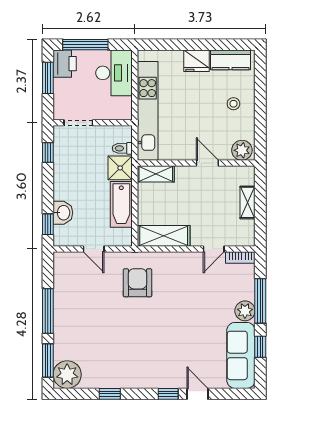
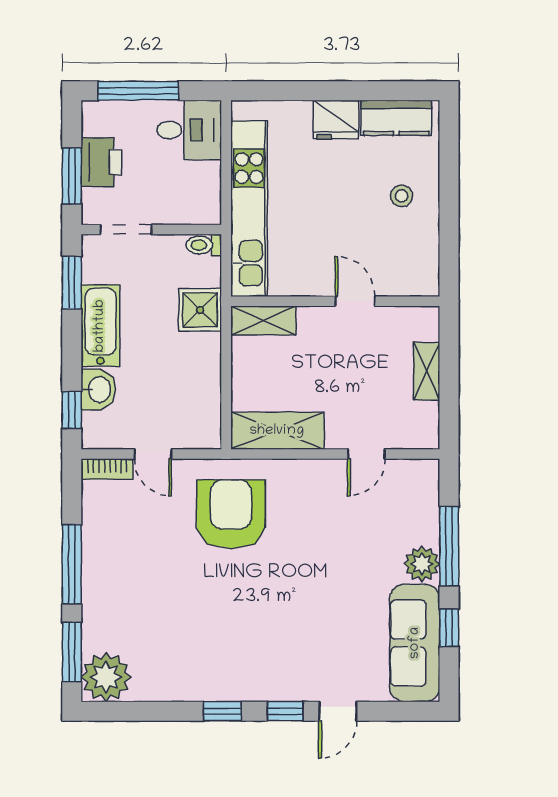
printer: (65, 64) -> (101, 162), moved
desk: (114, 73) -> (189, 130), width x0.73
window: (48, 78) -> (72, 176), moved
toilet: (122, 148) -> (204, 245), moved
plant: (242, 150) -> (417, 279), removed
window: (48, 153) -> (72, 283), width x1.50
bathtub: (121, 204) -> (100, 326), moved, turned 180
bookcase: (240, 257) -> (107, 469), moved
armchair: (138, 283) -> (231, 514), width x1.36, depth x1.36
window: (110, 394) -> (222, 711), moved
door: (198, 394) -> (338, 711), swing flipped

